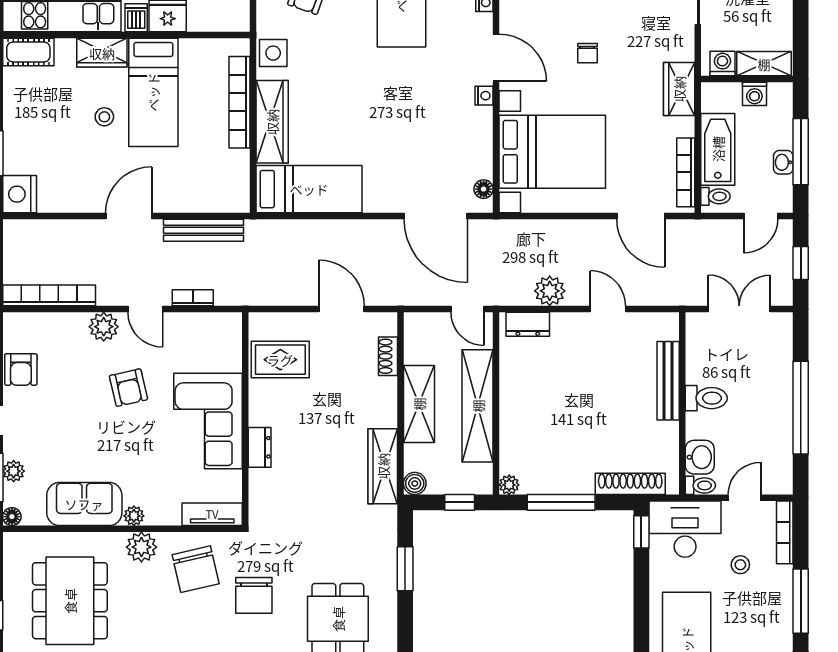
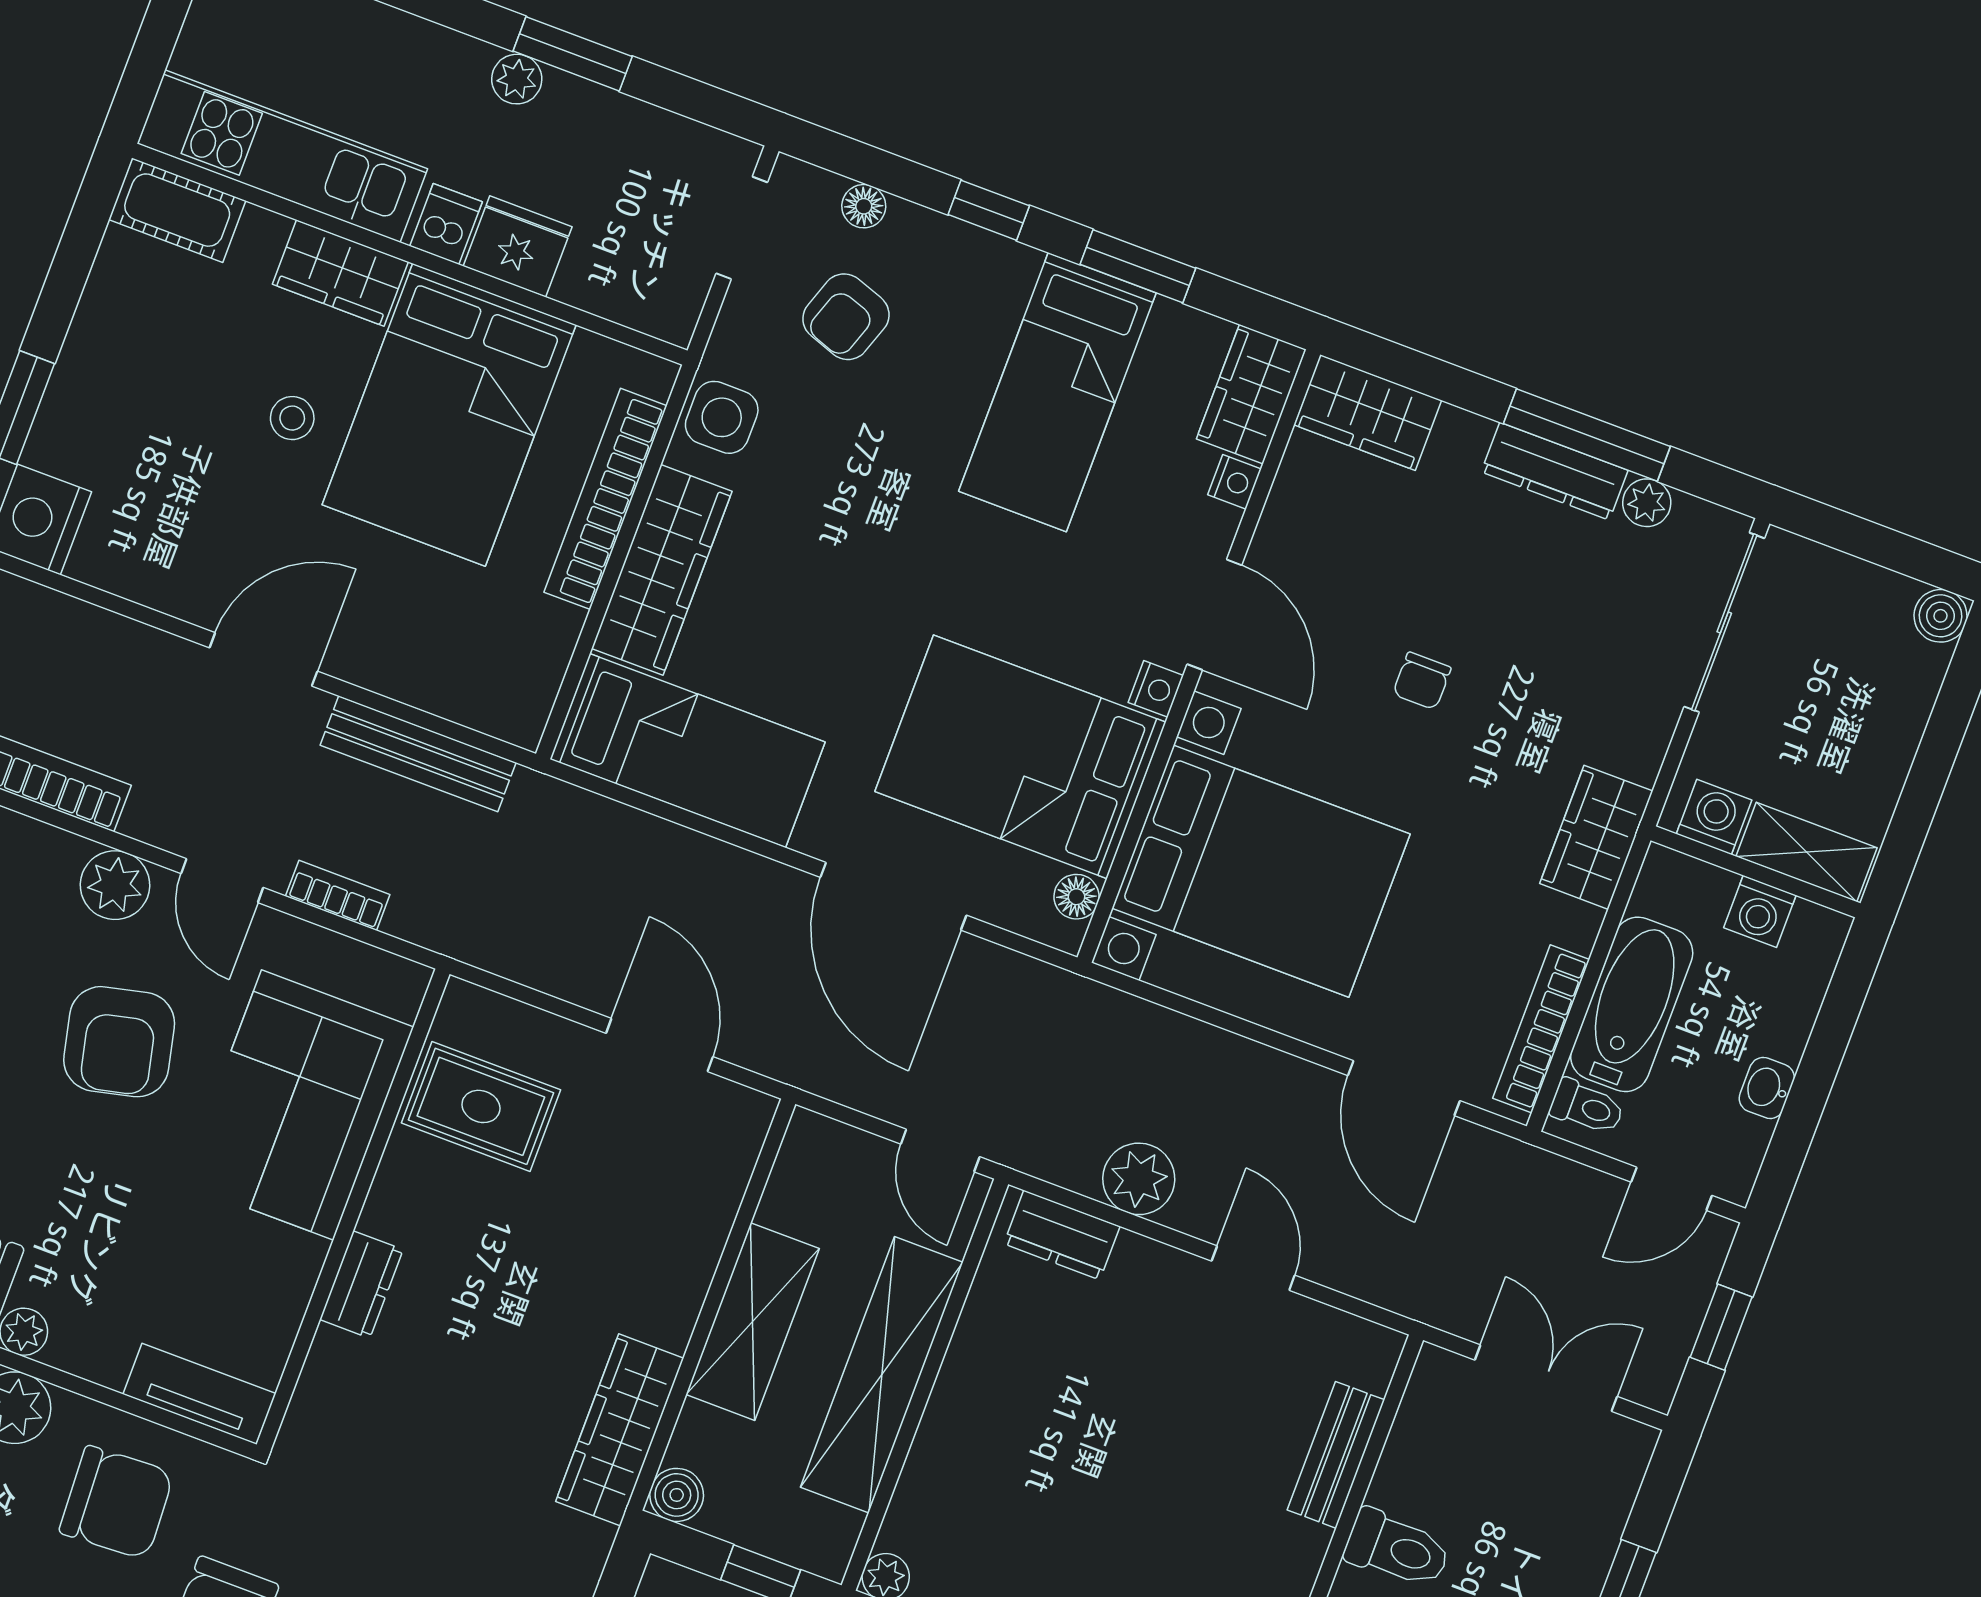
bed: (153, 92) -> (449, 415), width x1.50
bed: (441, 142) -> (1020, 757), added
window: (801, 152) -> (1814, 1079), removed
door: (436, 216) -> (893, 896), moved
shoe rack: (388, 356) -> (723, 1189), removed
bench: (668, 381) -> (1336, 1455), width x0.73
armchair: (128, 388) -> (119, 1042), width x1.38, depth x1.38
corner sofa: (208, 421) -> (298, 1105), moved
chair: (196, 569) -> (117, 1503), turned -80

